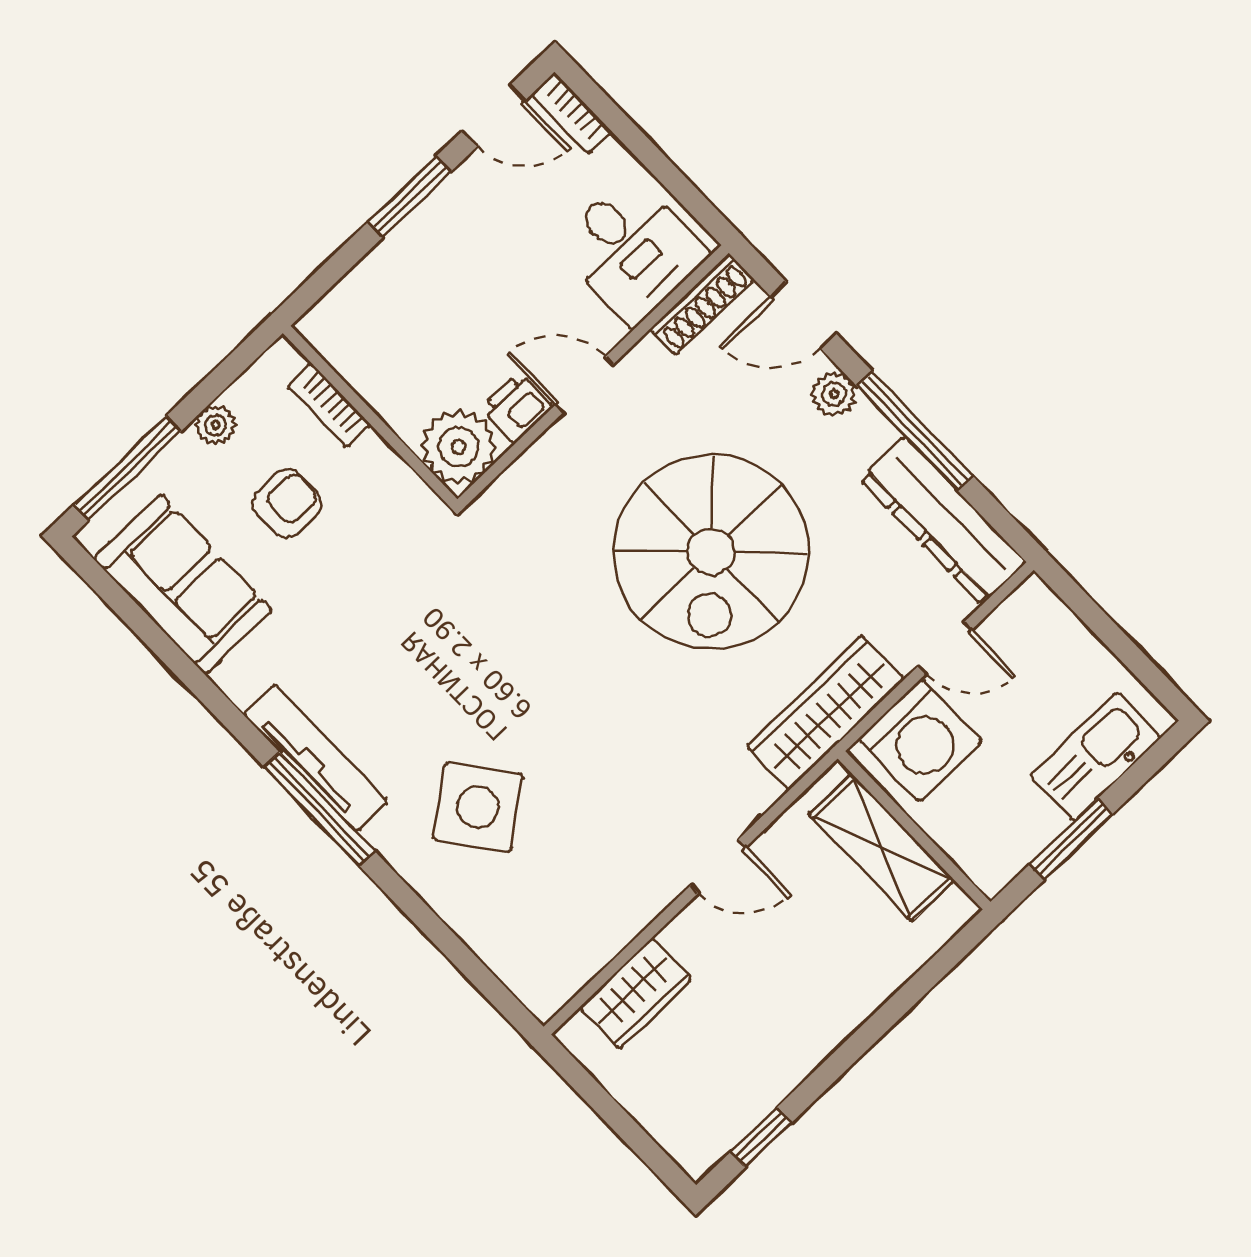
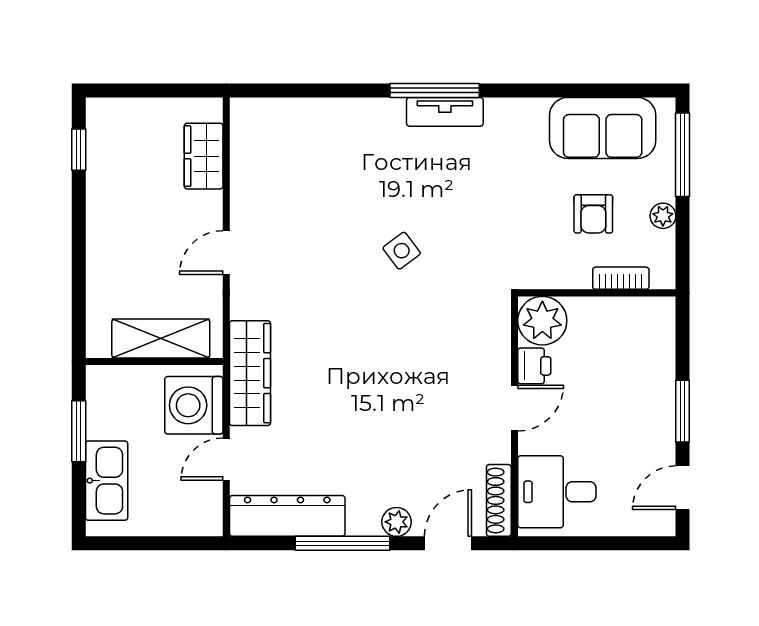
bookcase: (572, 113) -> (648, 526), removed
spiral stairs: (711, 552) -> (378, 392), removed
tv unit: (315, 758) -> (445, 112), width x0.71
side table: (478, 807) -> (402, 251), moved, width x0.54, depth x0.54

